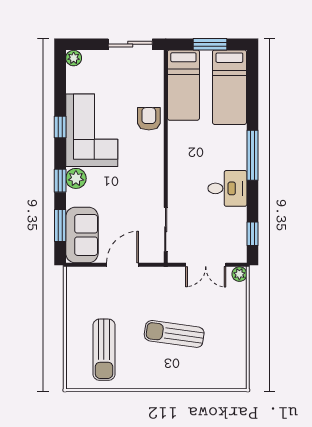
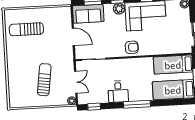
armchair: (149, 119) -> (132, 47), moved
double door: (206, 265) -> (76, 82), swing flipped
sun lounger: (174, 334) -> (44, 80), moved

